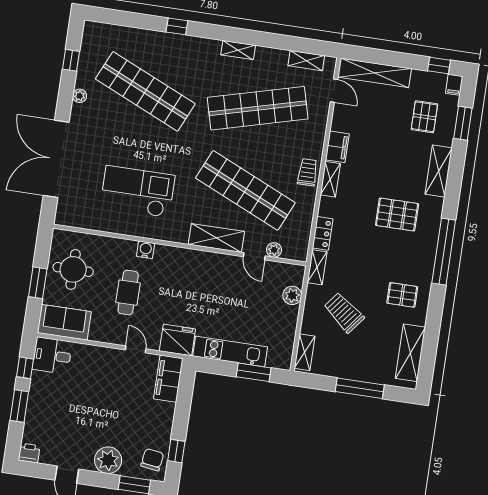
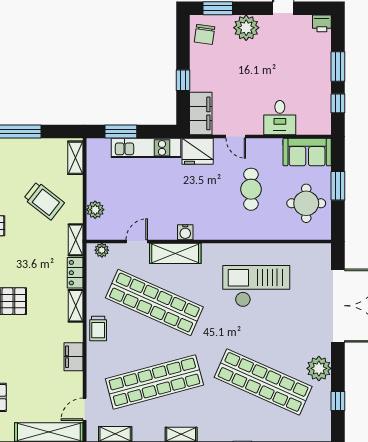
door: (334, 91) -> (85, 409), hinge flipped
plant: (80, 96) -> (319, 368), width x1.87, depth x1.87
shelving: (330, 179) -> (76, 306), moved
checkout: (138, 192) -> (256, 286), turned 180
water cooler: (146, 250) -> (185, 232), moved
plant: (274, 250) -> (102, 250), moved
door: (254, 256) -> (137, 241), hinge flipped
desk: (52, 356) -> (280, 118), moved, turned 90
window: (176, 451) -> (183, 80), moved

